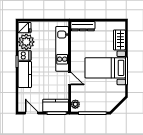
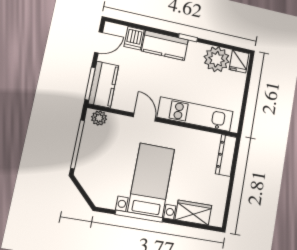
dishwasher: (25, 56) -> (134, 38), moved
door: (70, 78) -> (145, 117), swing flipped

